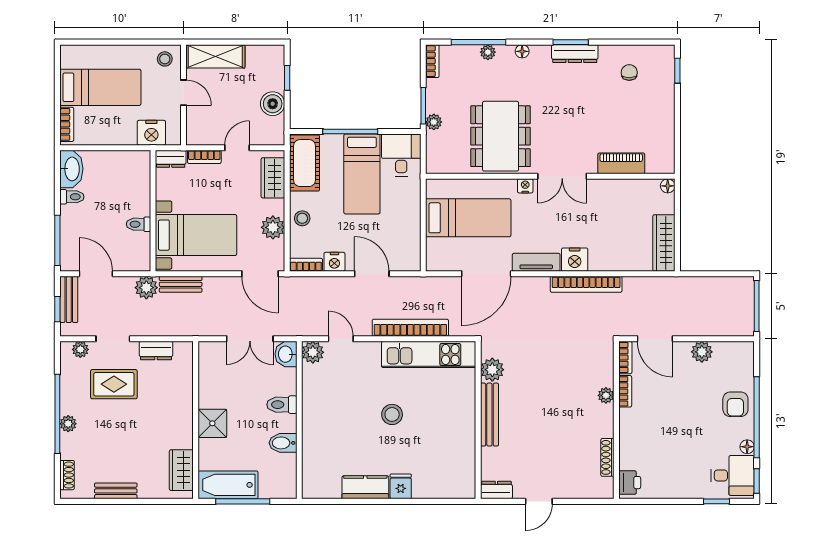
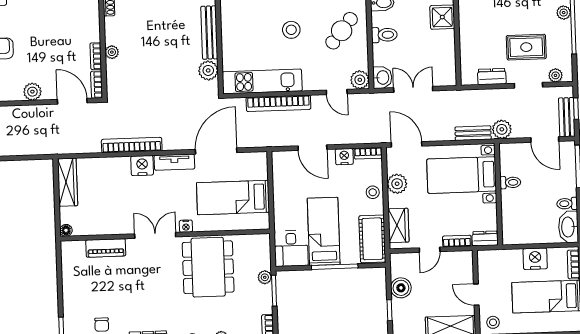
nightstand: (151, 133) -> (535, 259), moved
cafe table: (332, 411) -> (342, 31), added

